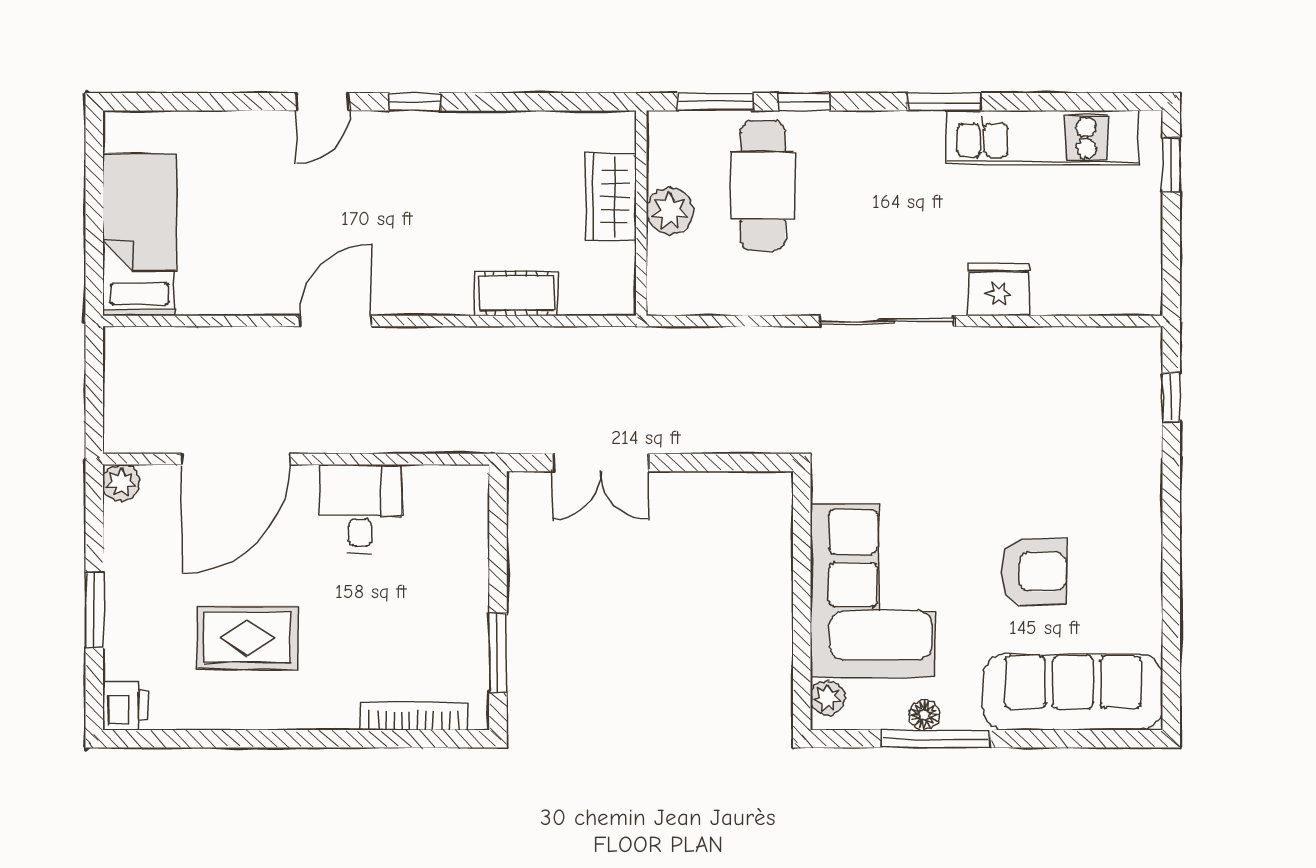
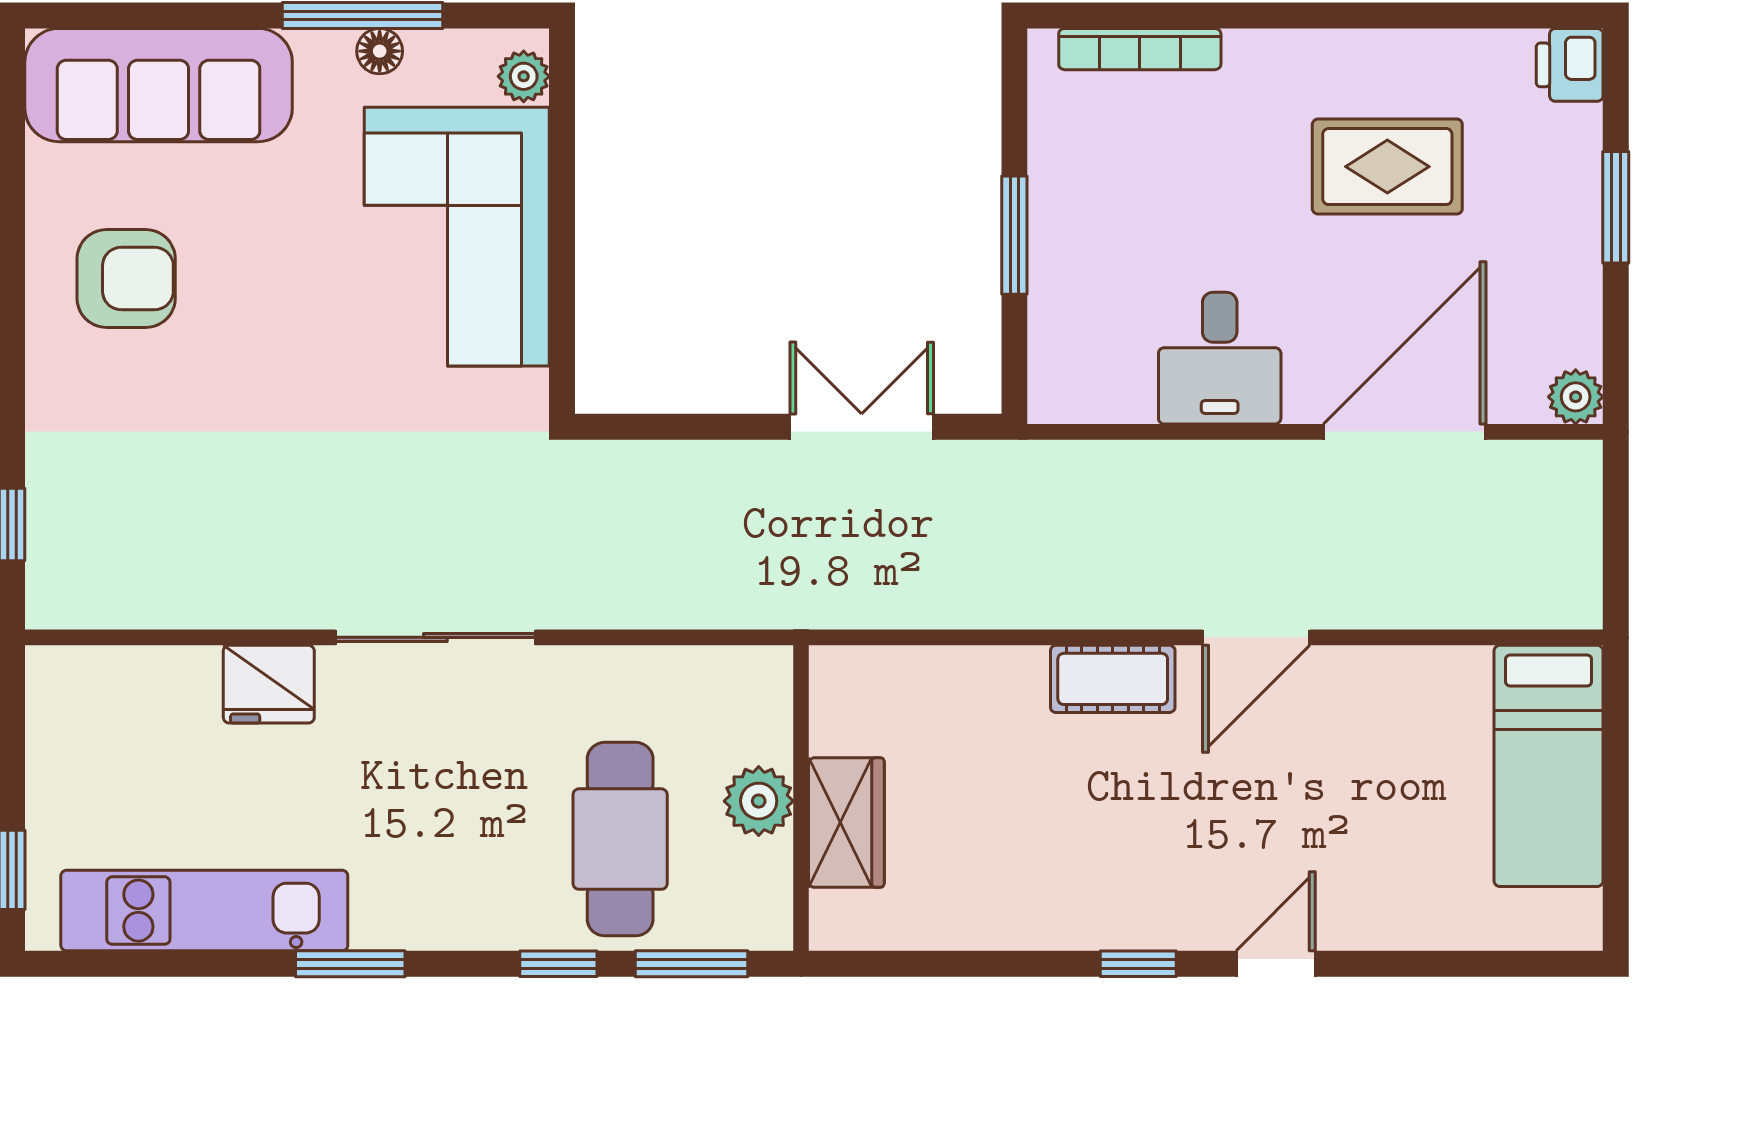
cot: (516, 293) -> (1113, 679), moved
armchair: (1033, 572) -> (126, 279), moved, turned 180
window: (498, 653) -> (1014, 235), moved

